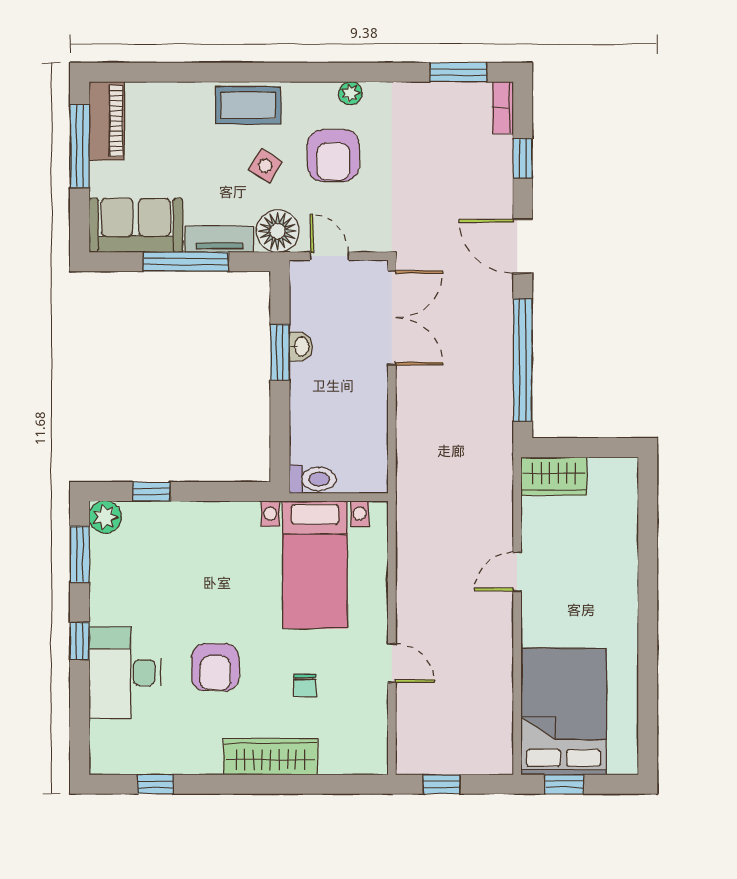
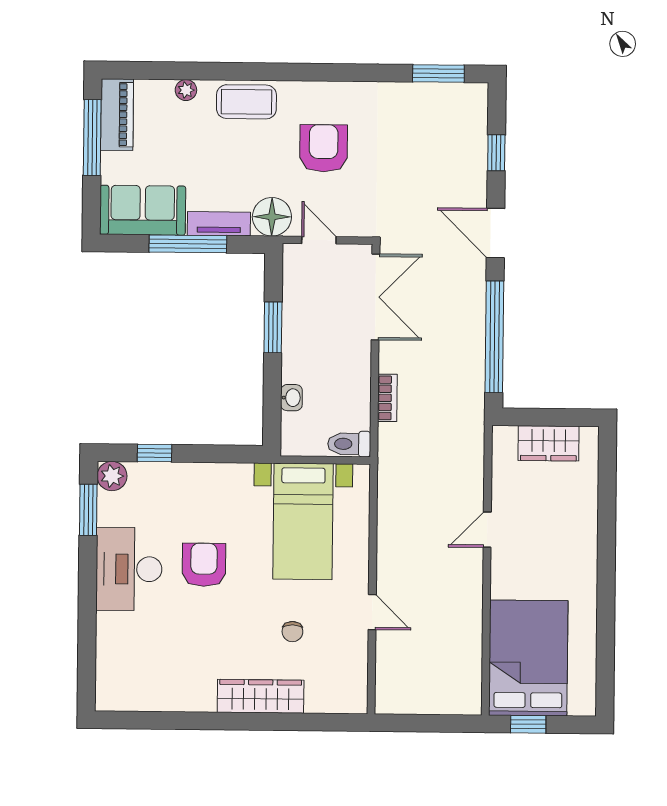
plant: (350, 93) -> (186, 90), moved
bookcase: (503, 108) -> (387, 398), moved, turned 180
armchair: (333, 155) -> (324, 148), turned 180
side table: (265, 166) -> (261, 157), removed
washbasin: (301, 346) -> (291, 398), moved
wardrobe: (554, 476) -> (549, 443), moved
toilet: (313, 479) -> (349, 444), moved, turned 180
window: (80, 641) -> (87, 589), removed
armchair: (215, 667) -> (204, 565), moved, turned 180
desk: (125, 673) -> (129, 569), moved
window: (155, 784) -> (155, 720), removed
window: (442, 784) -> (416, 723), removed

